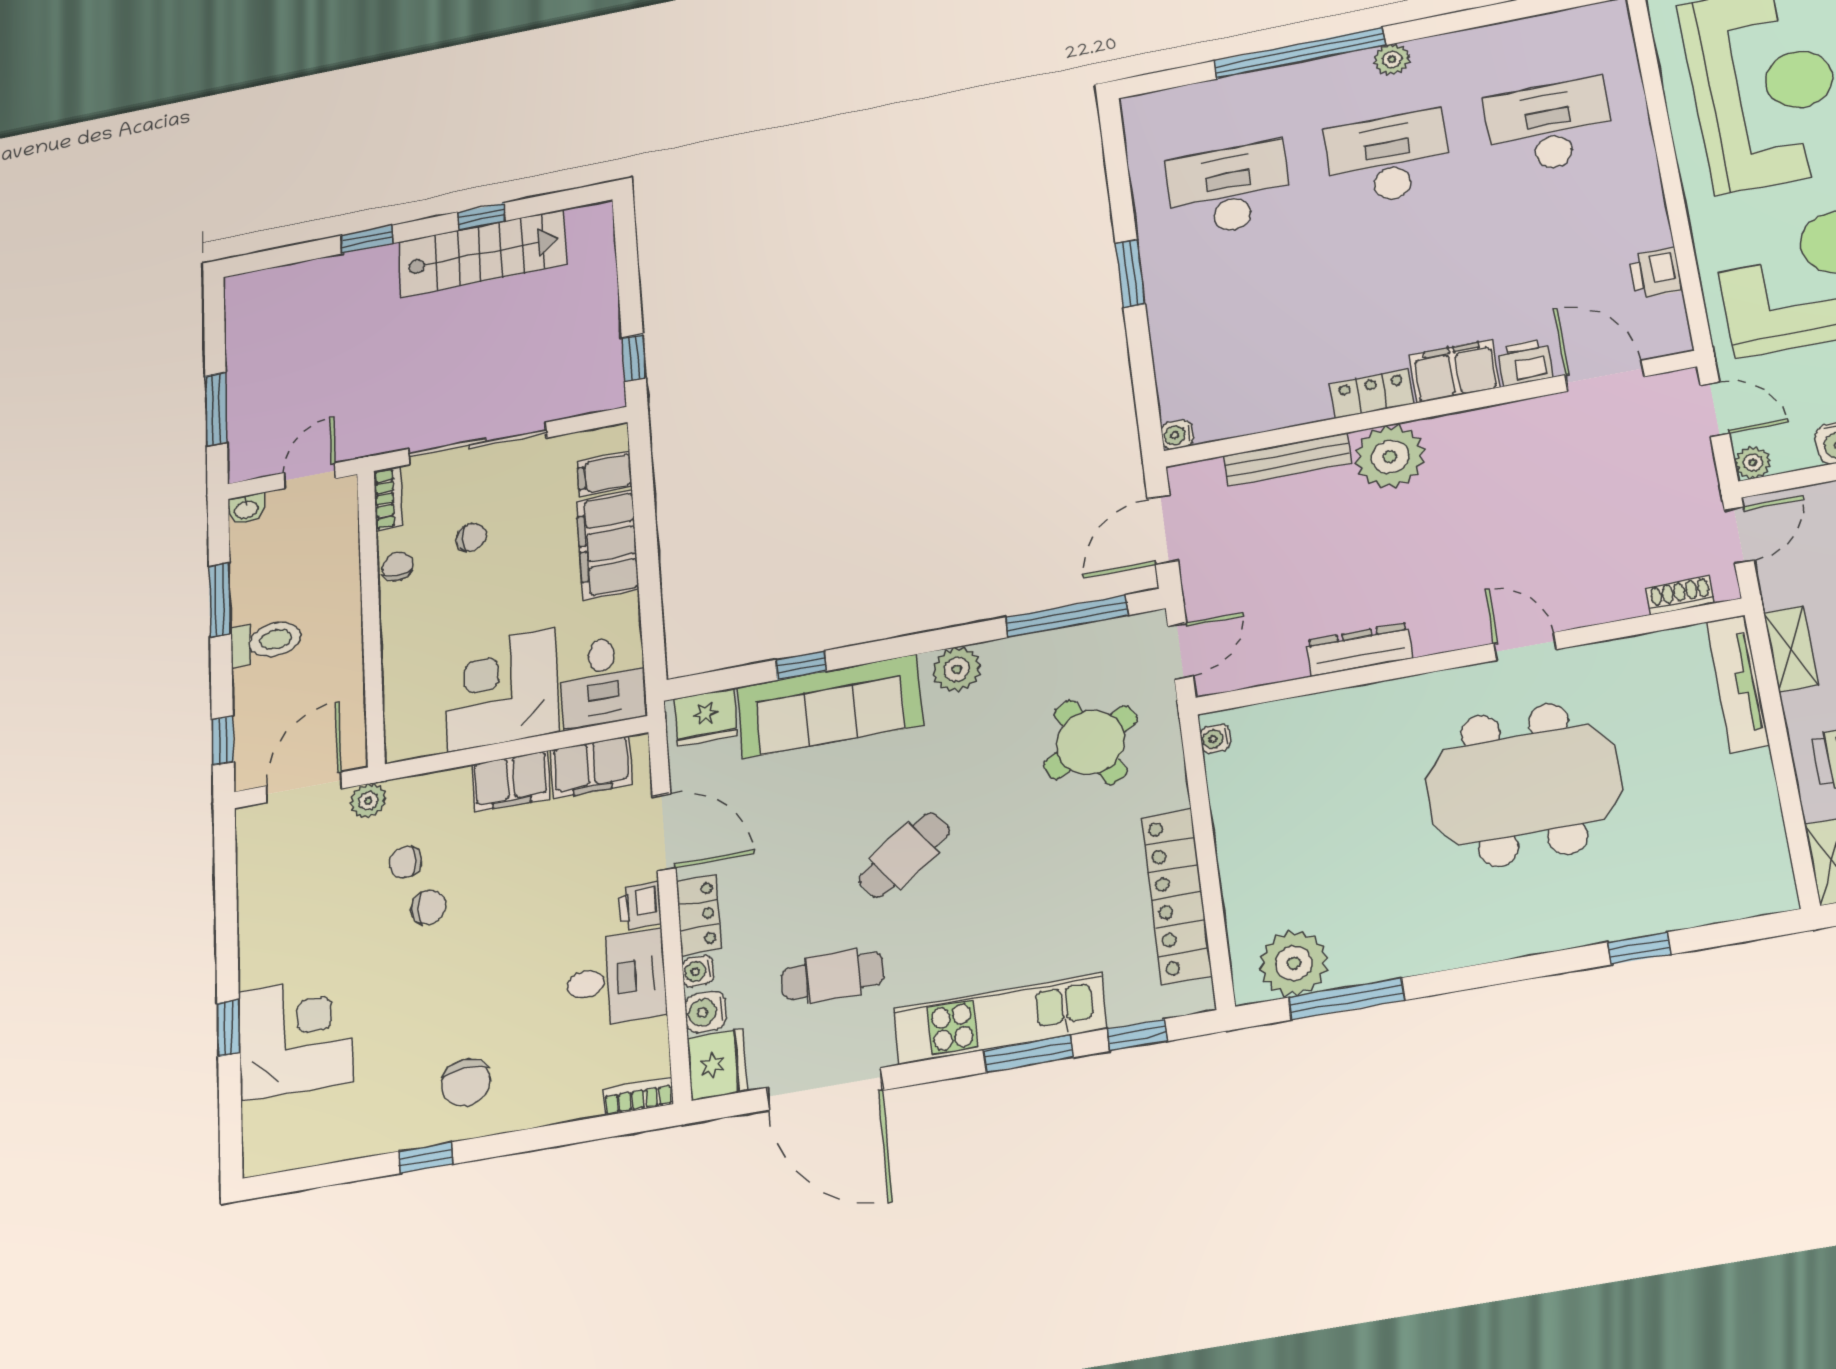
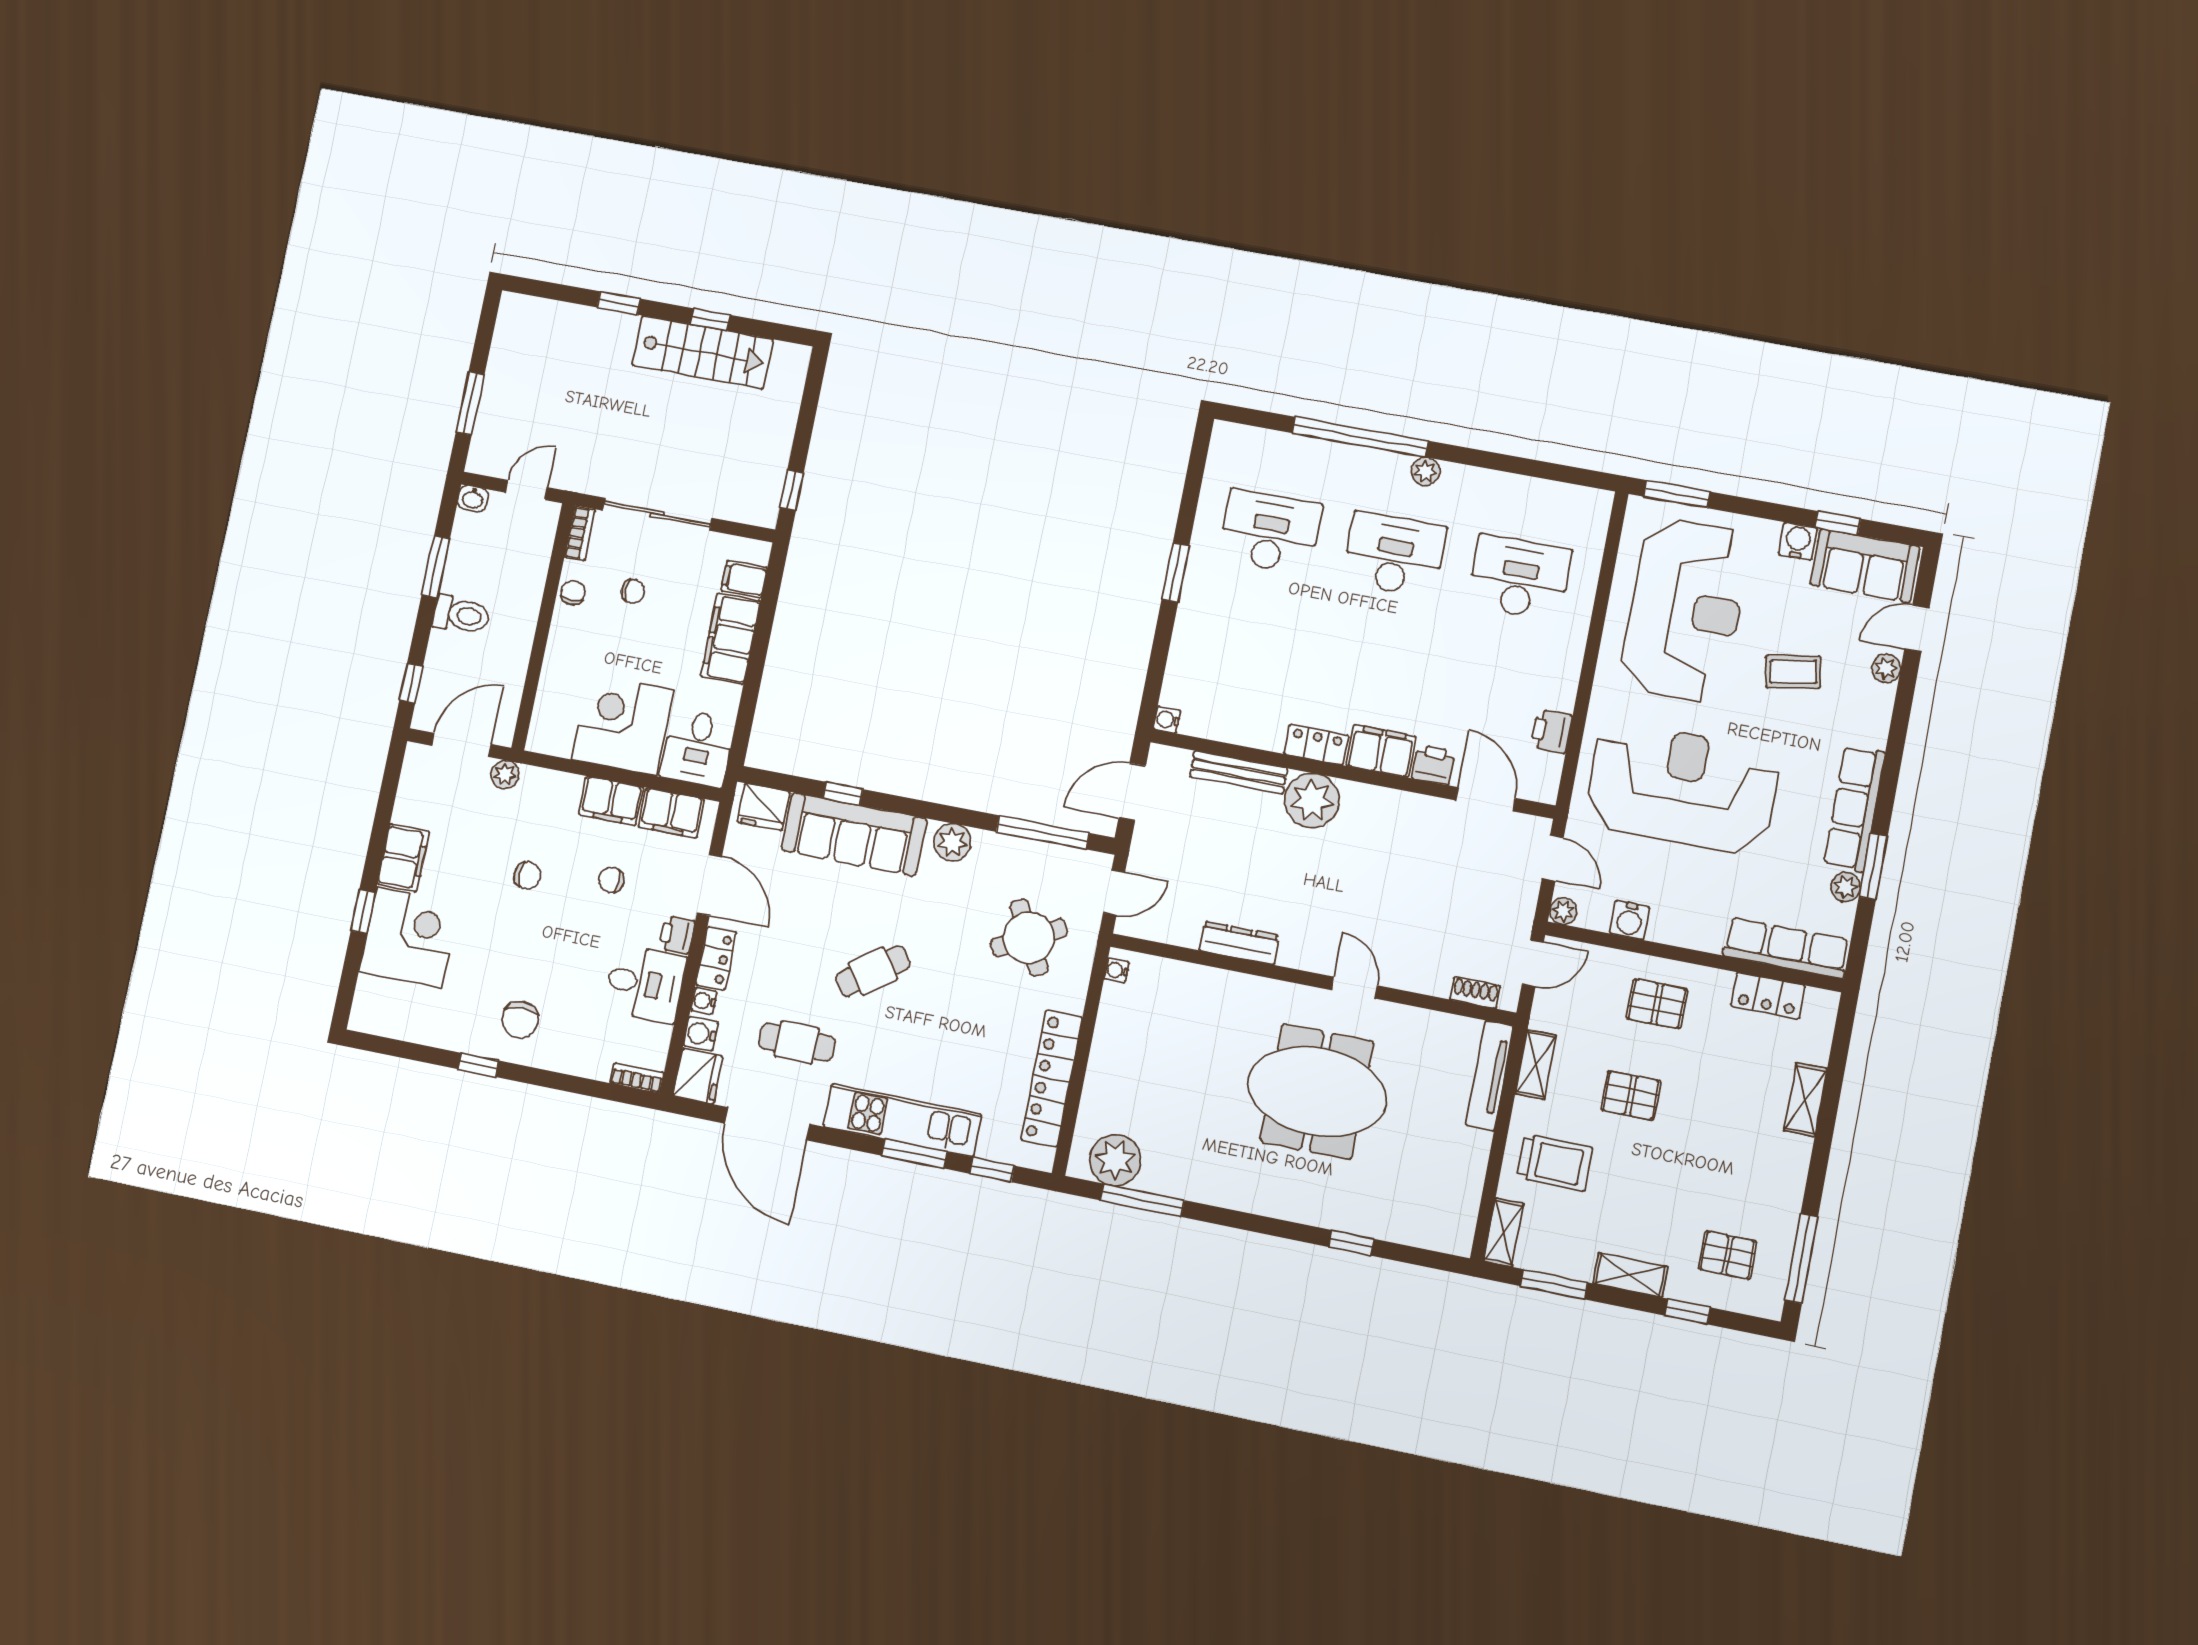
chair: (405, 862) -> (611, 880), moved
filing cabinet: (264, 945) -> (403, 858), added

